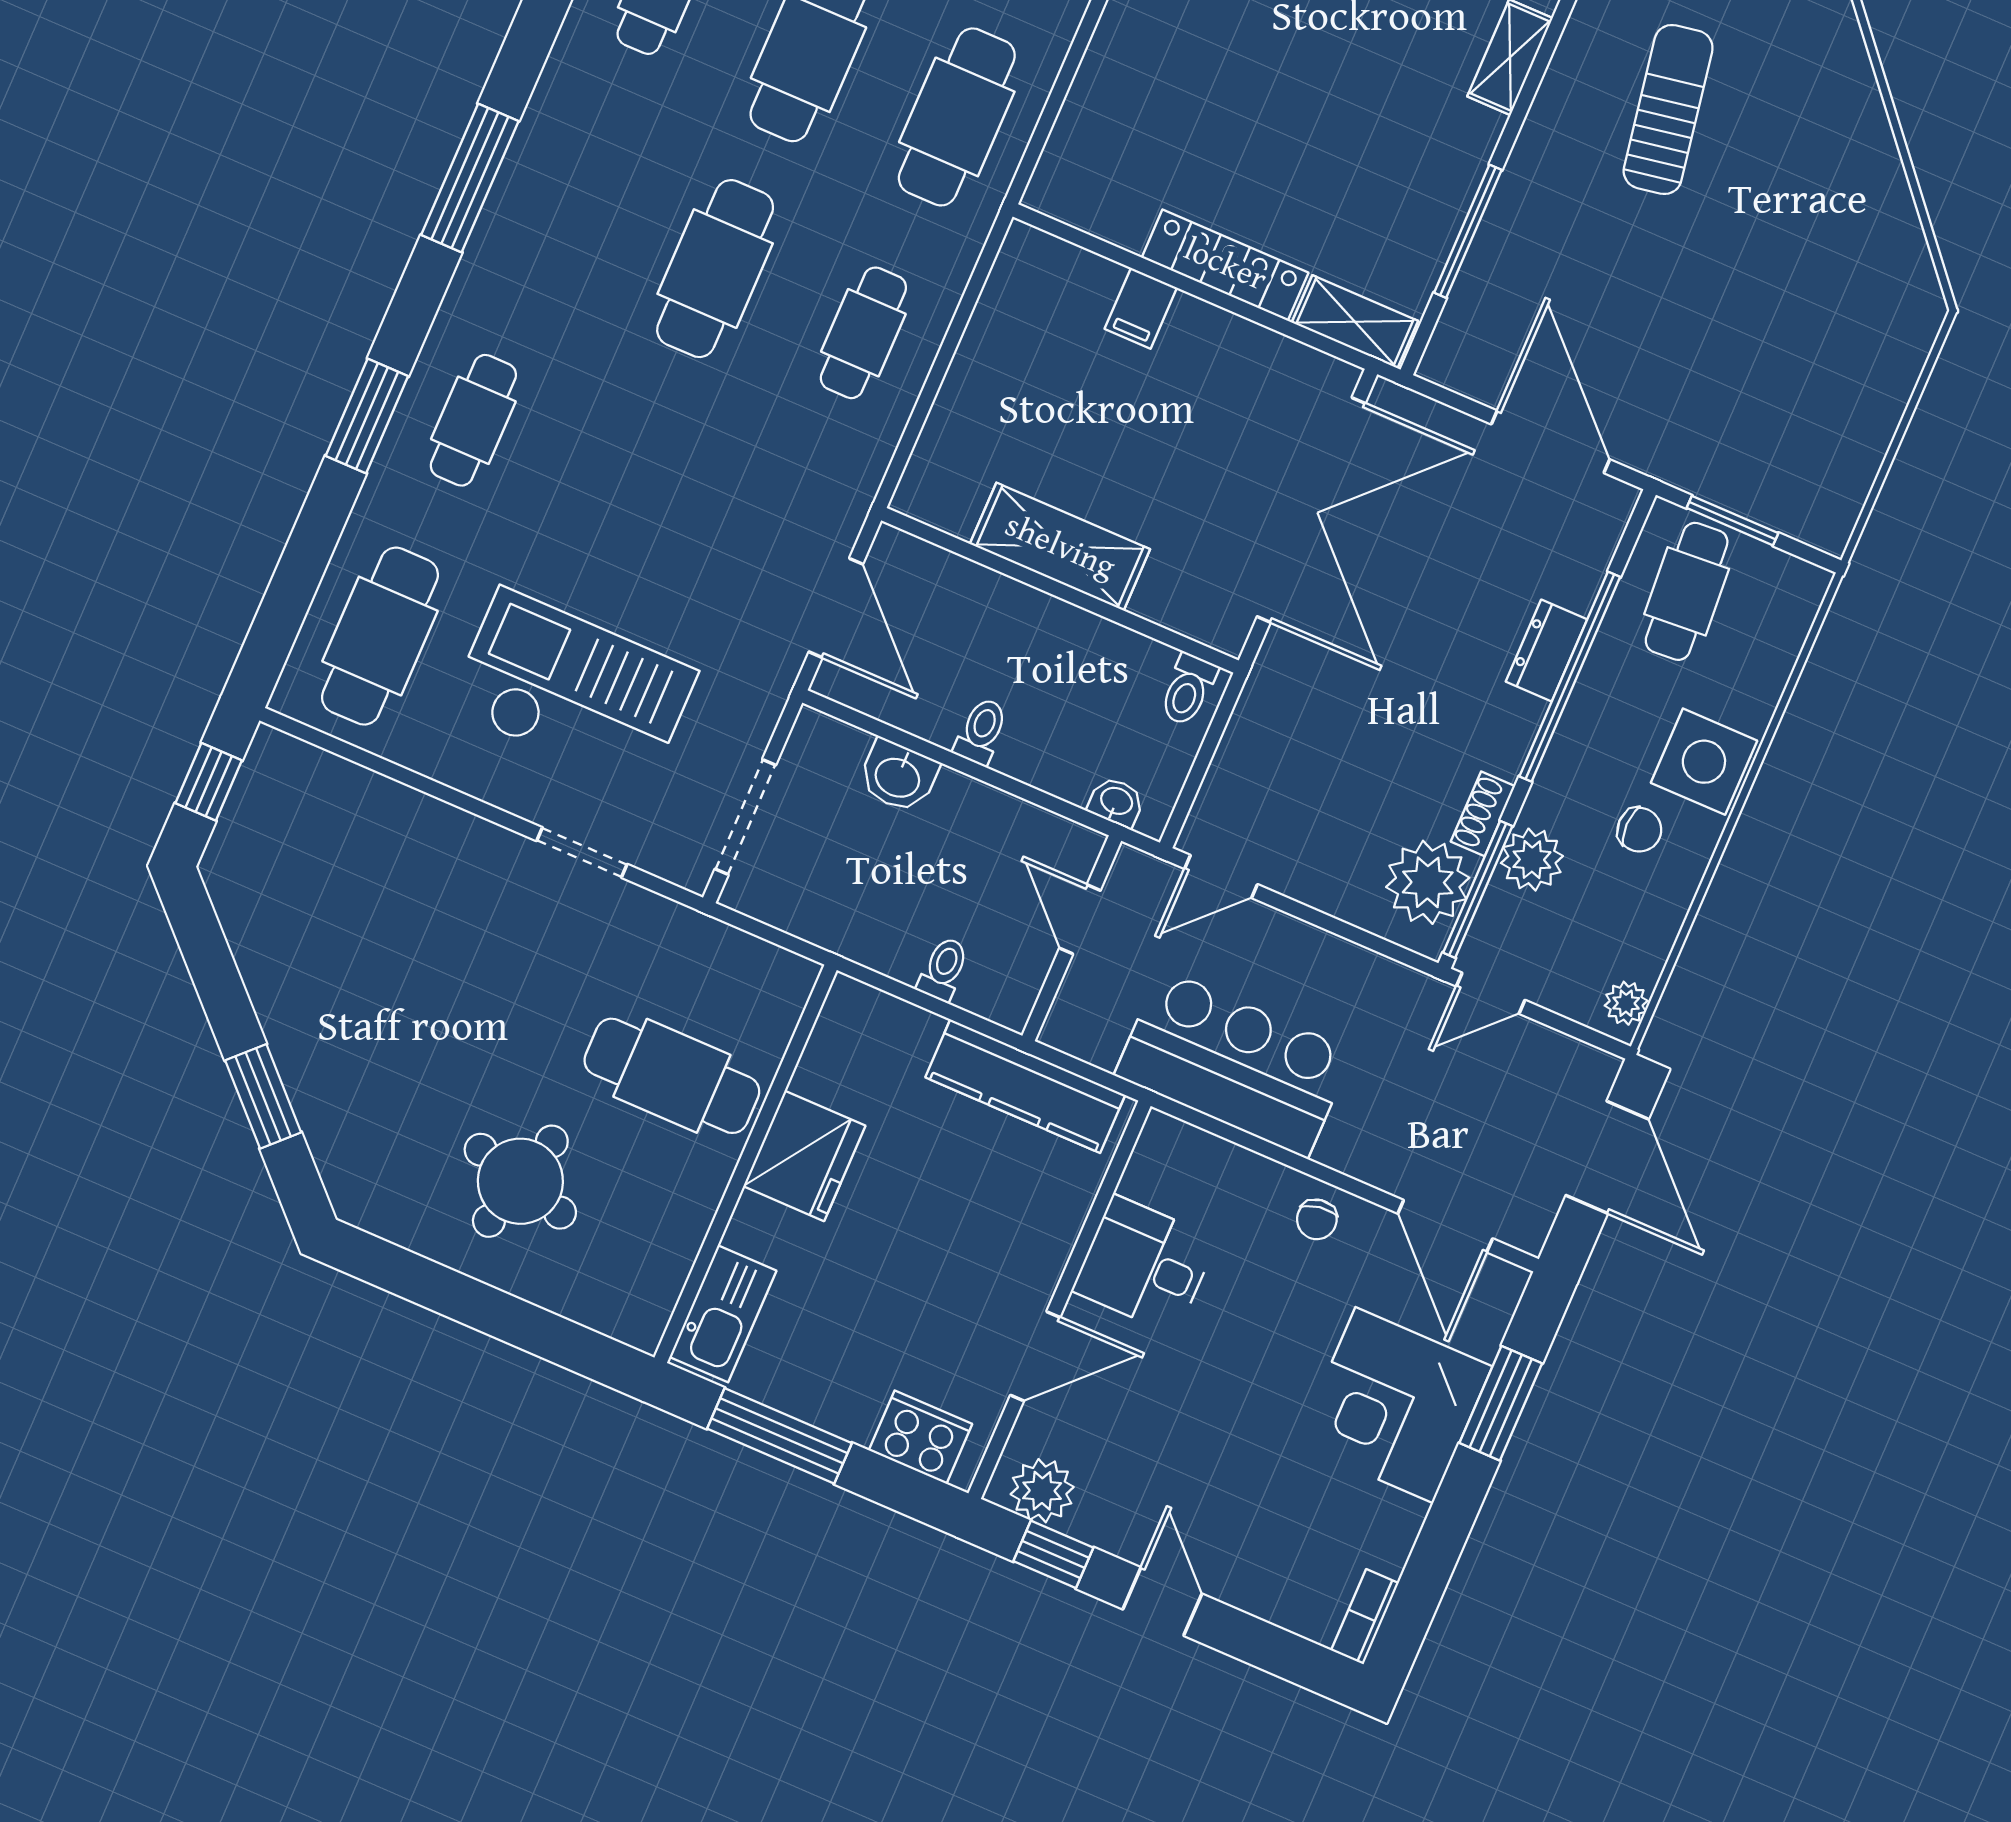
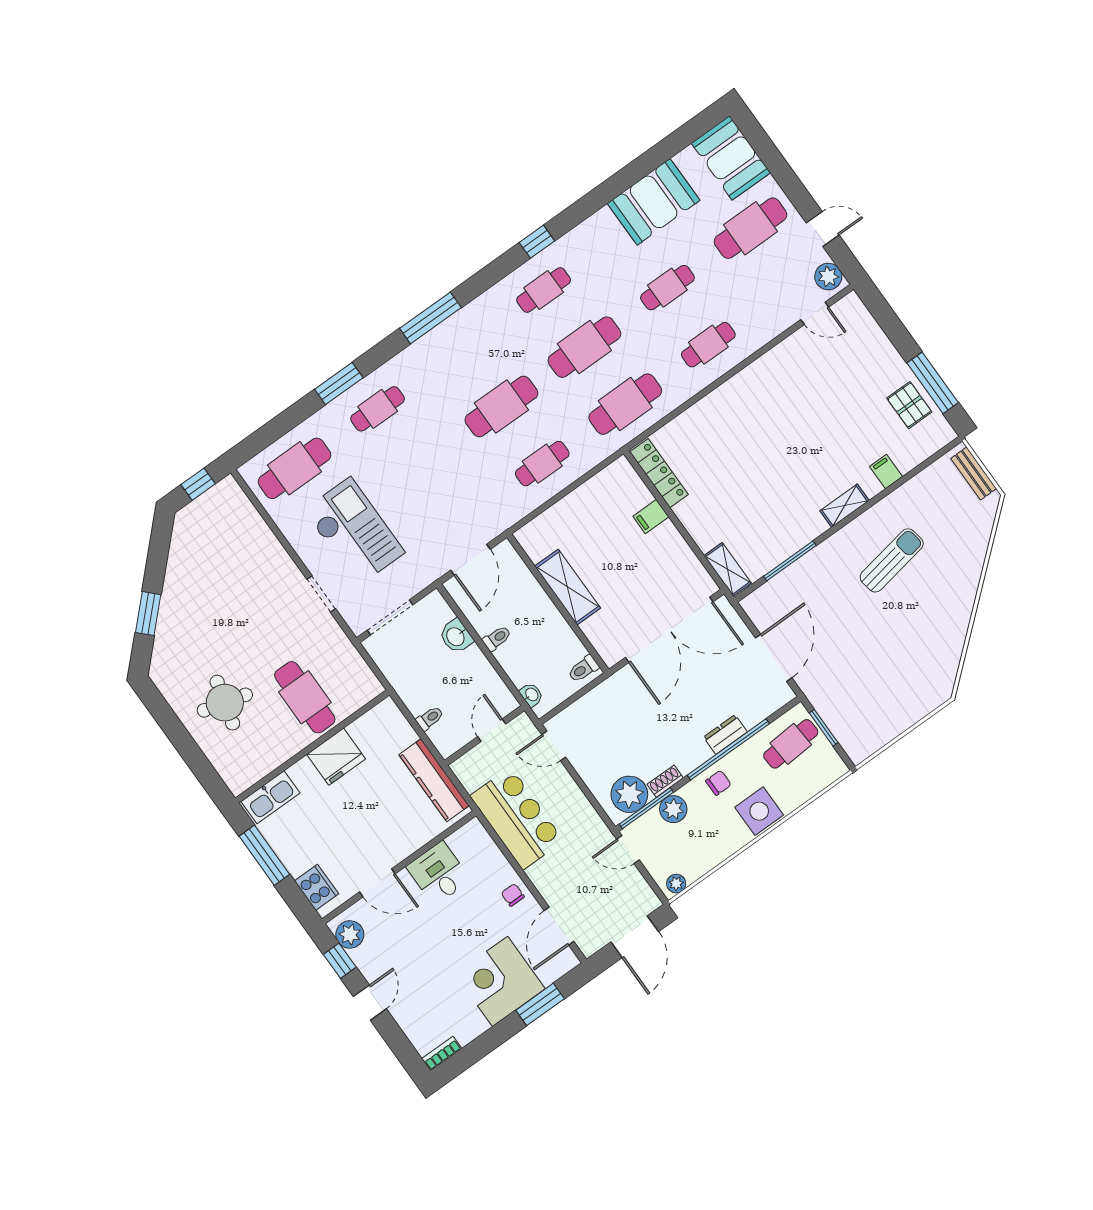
locker: (1225, 265) -> (659, 473), moved
chair: (1639, 830) -> (718, 783), moved, turned -90
chair: (1317, 1219) -> (513, 895), turned 99

